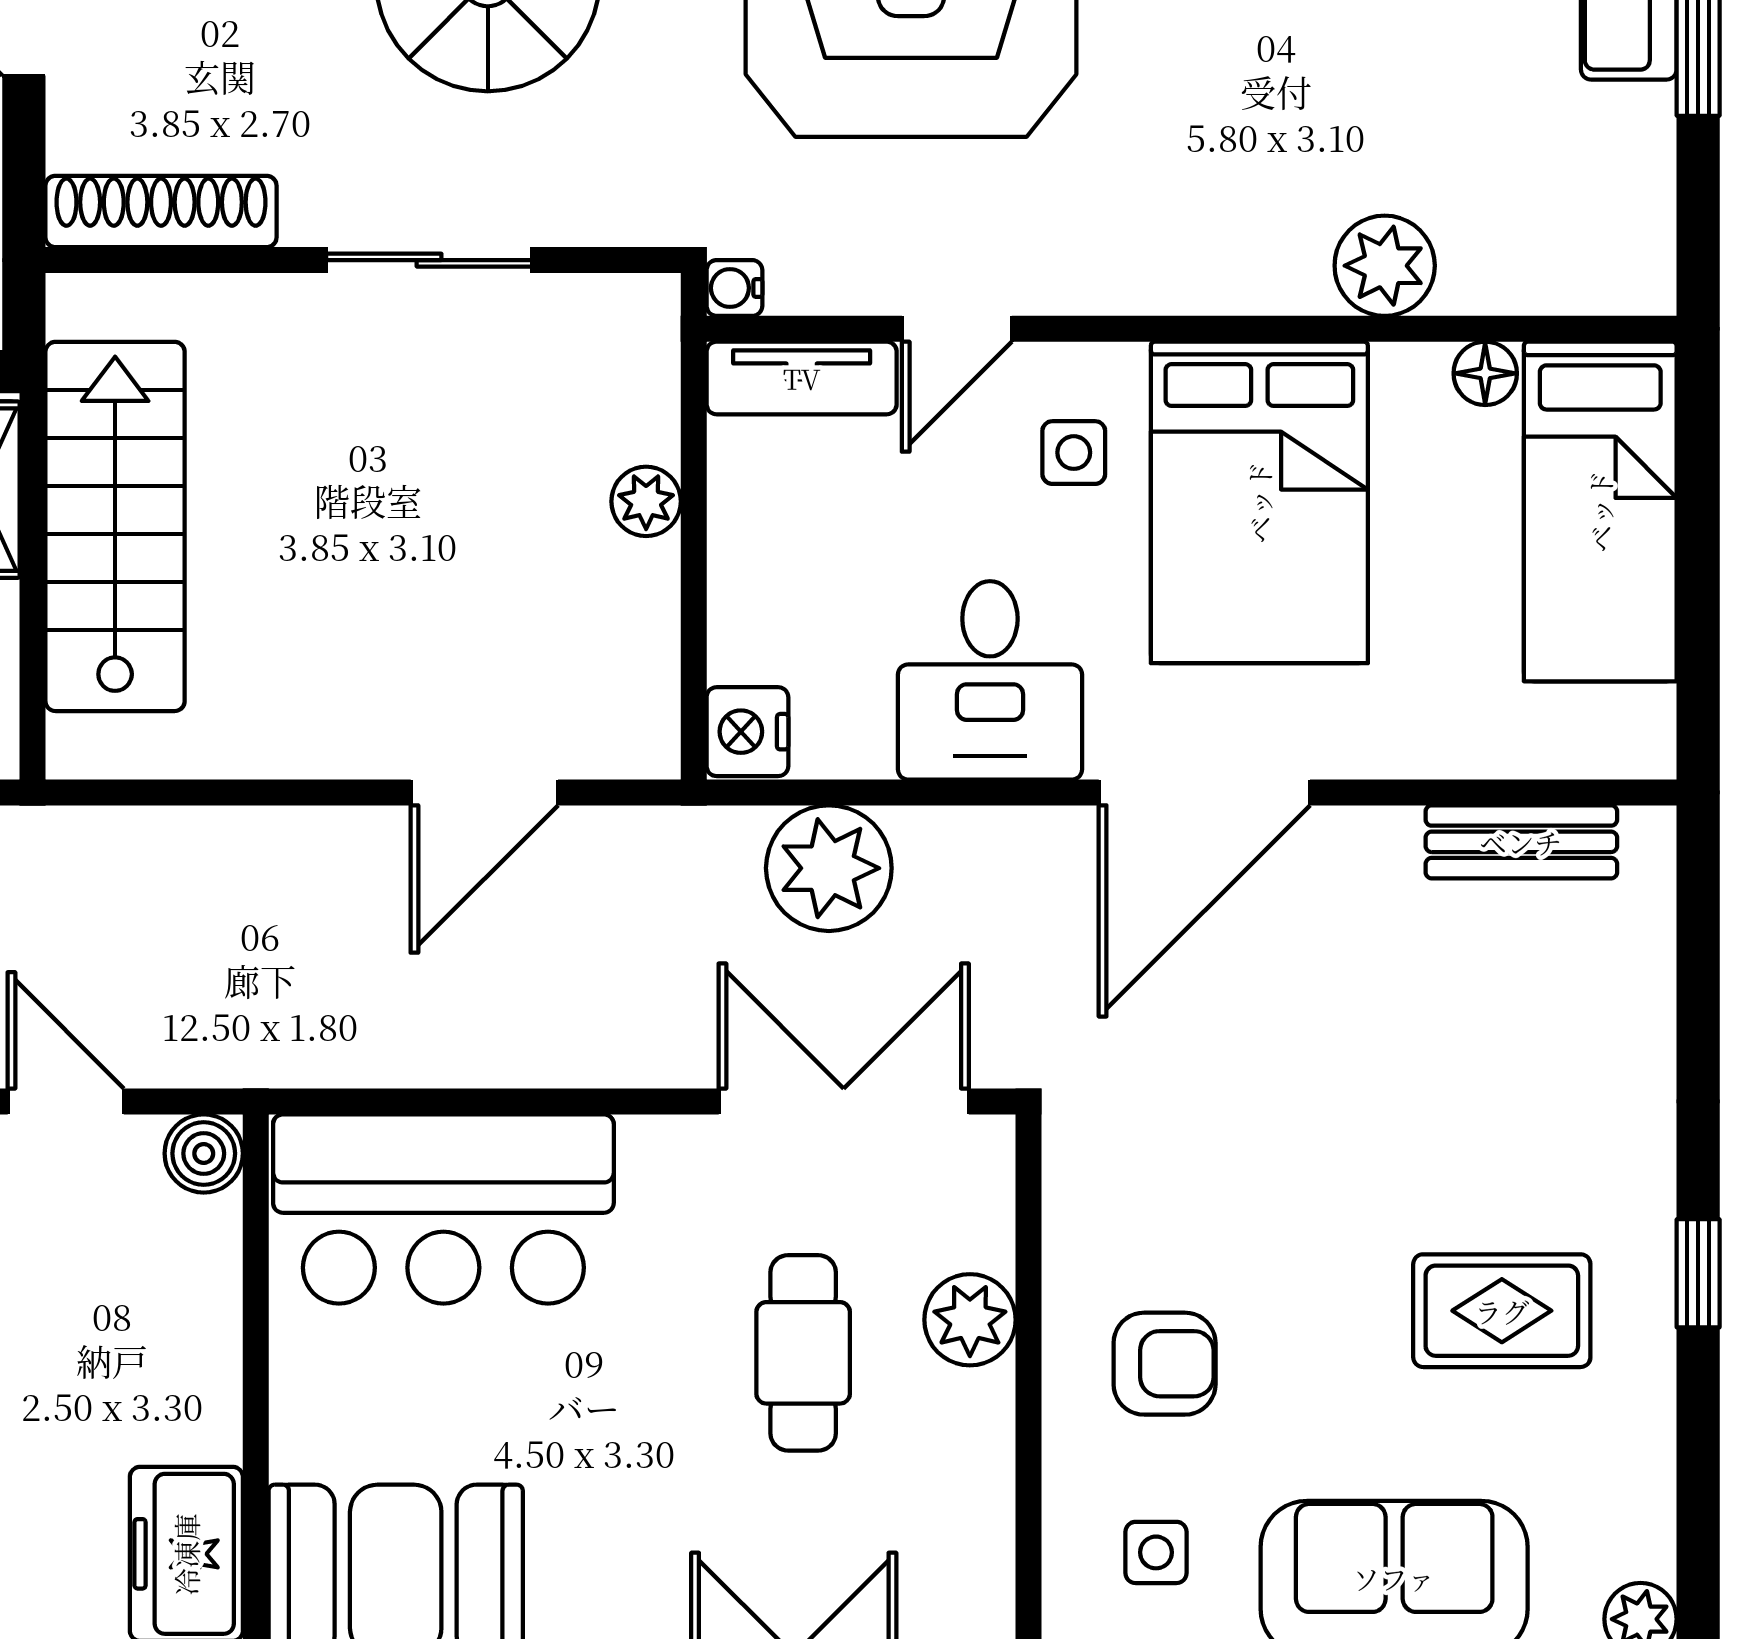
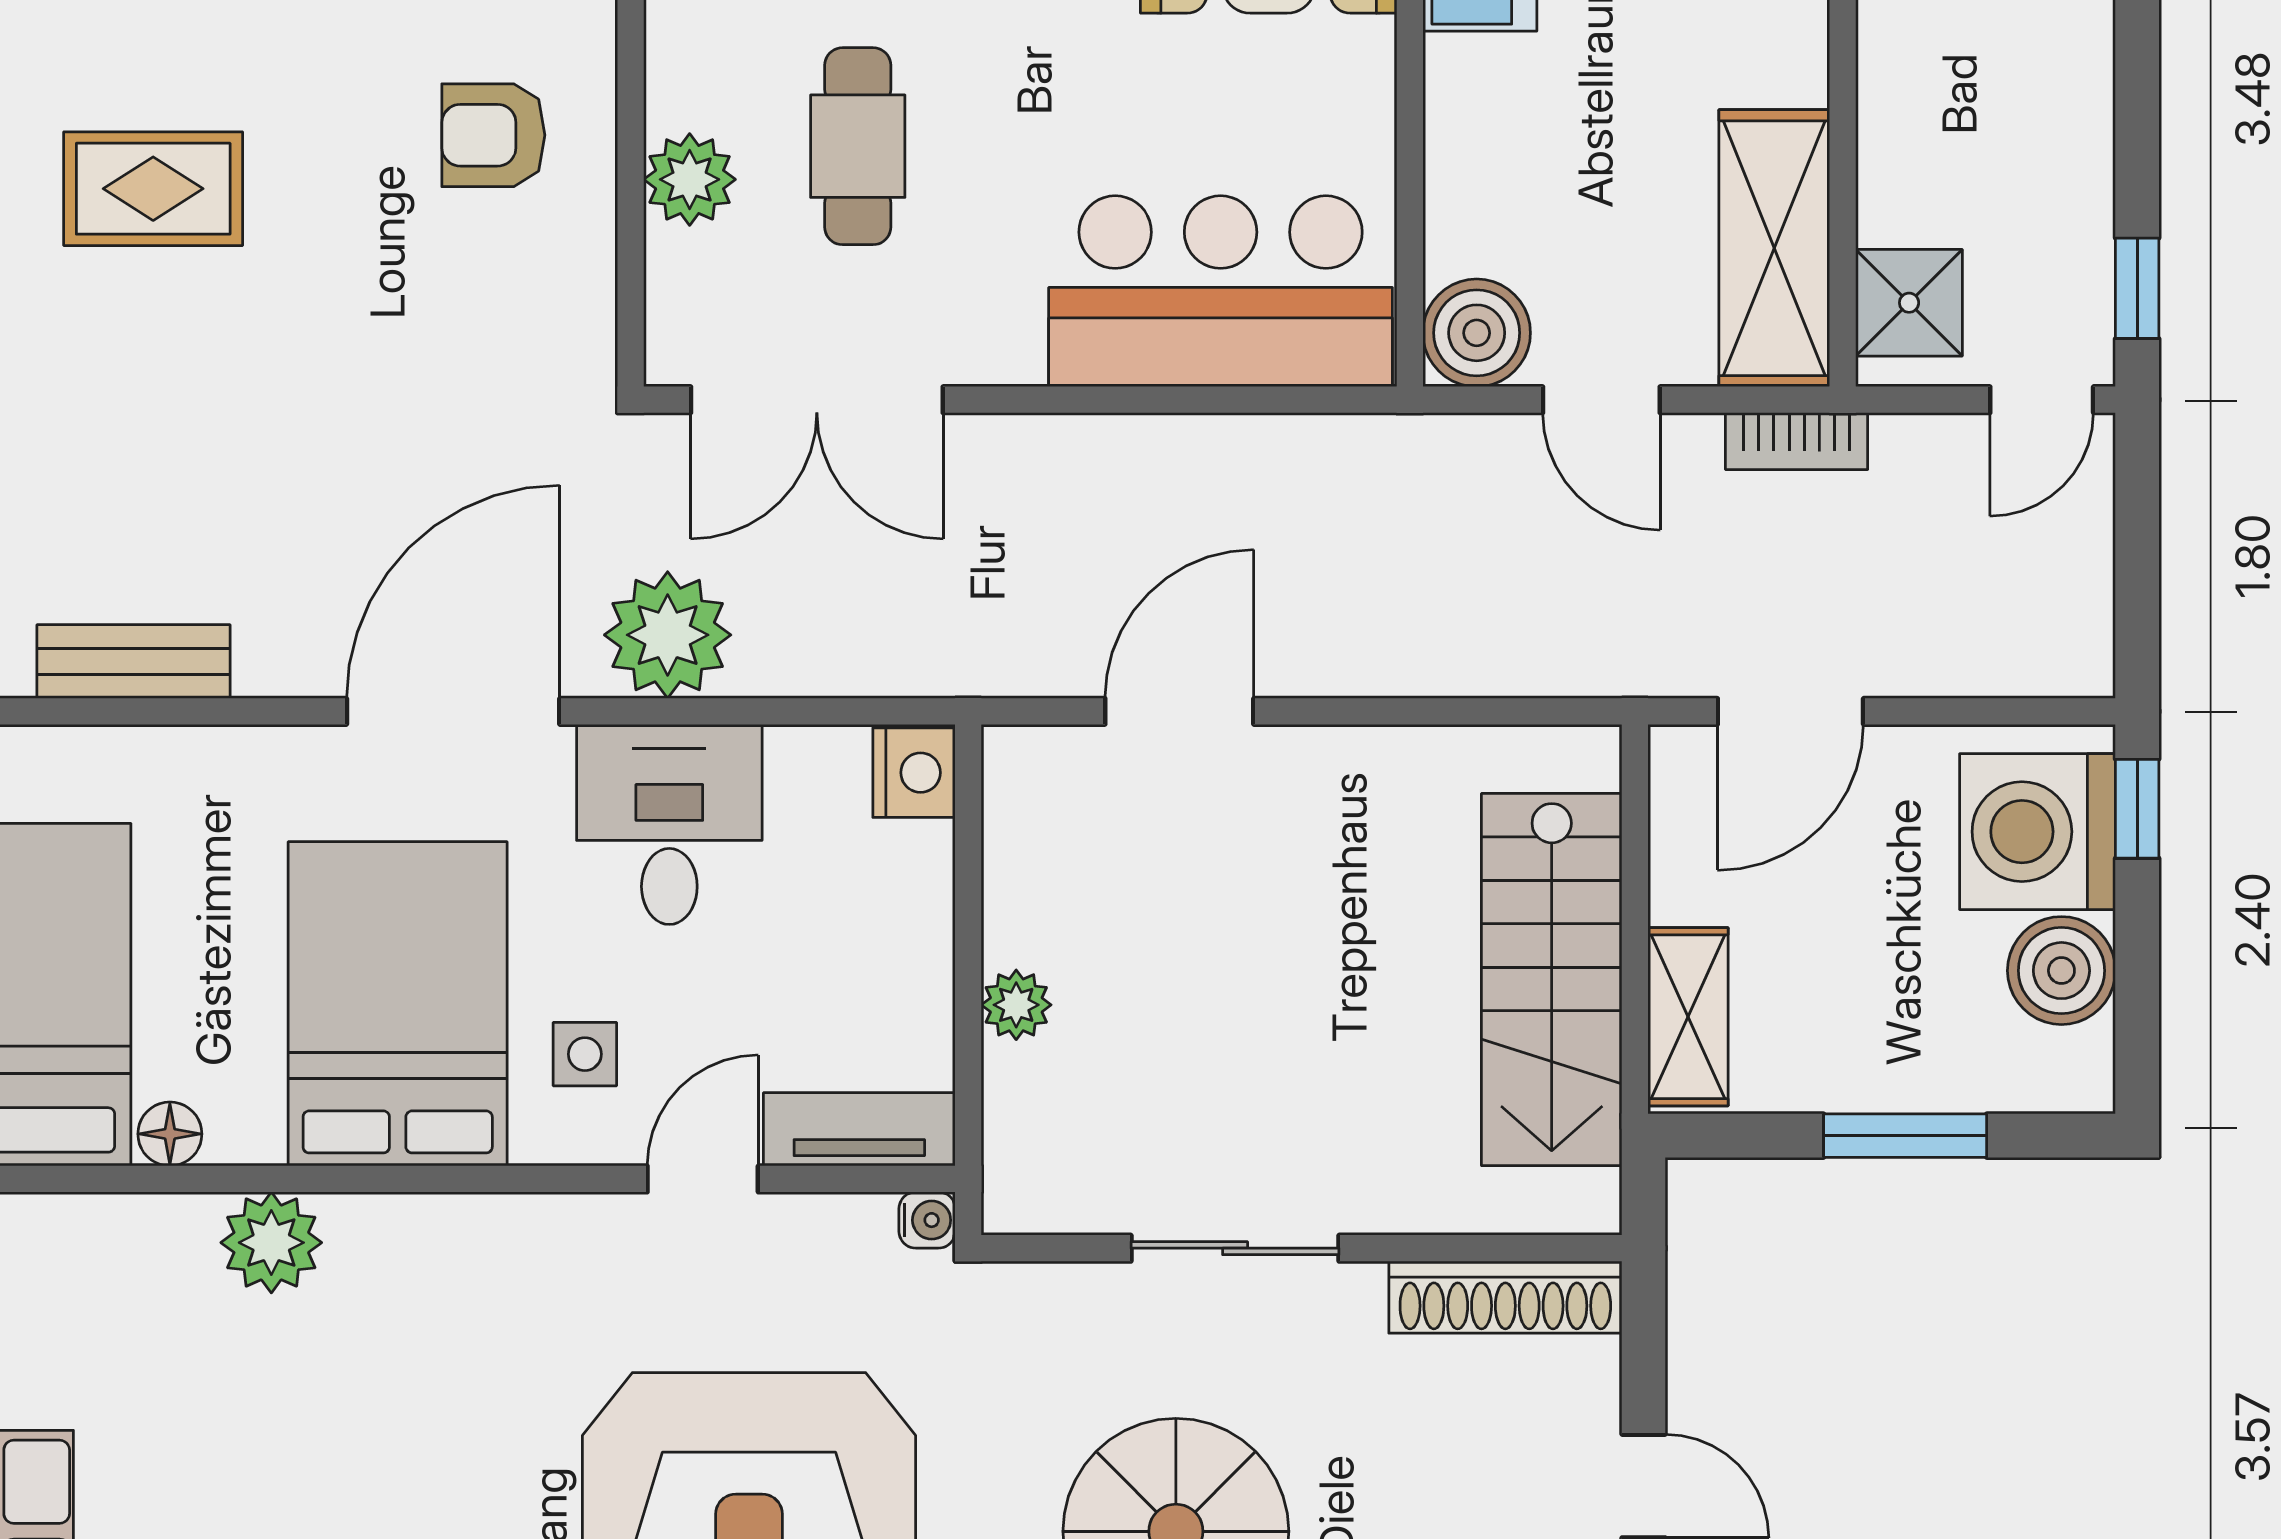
plant: (829, 868) -> (668, 635), moved
boiler: (204, 1153) -> (1477, 333), width x1.36, depth x1.36

